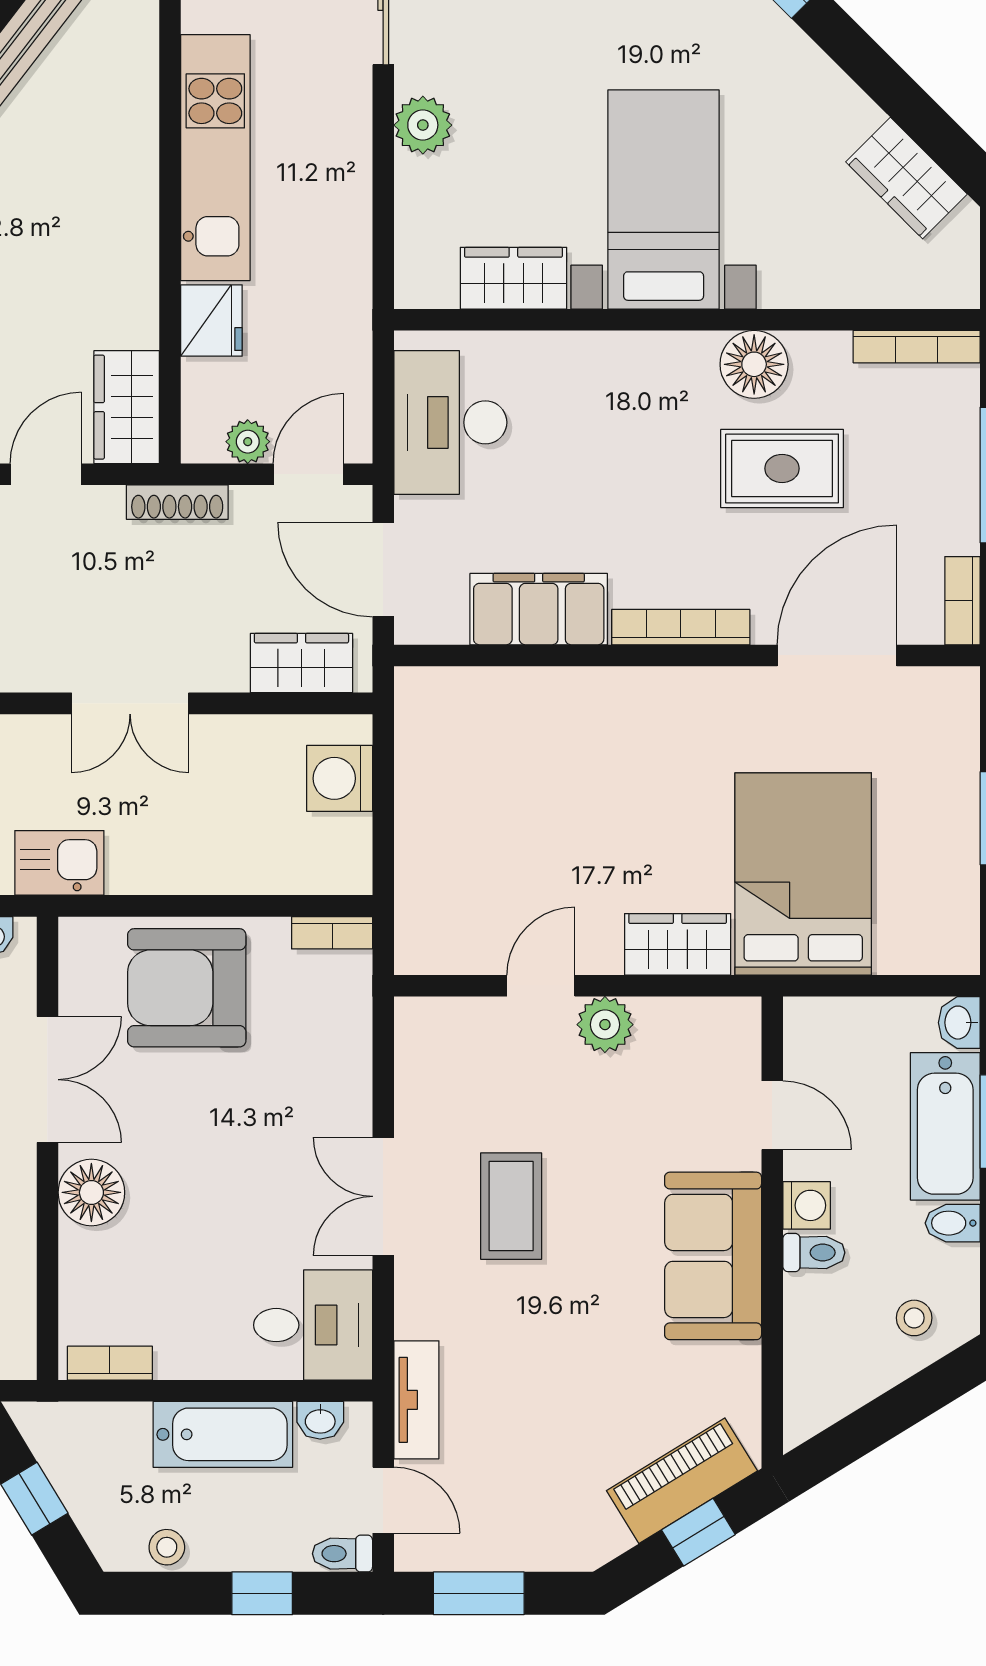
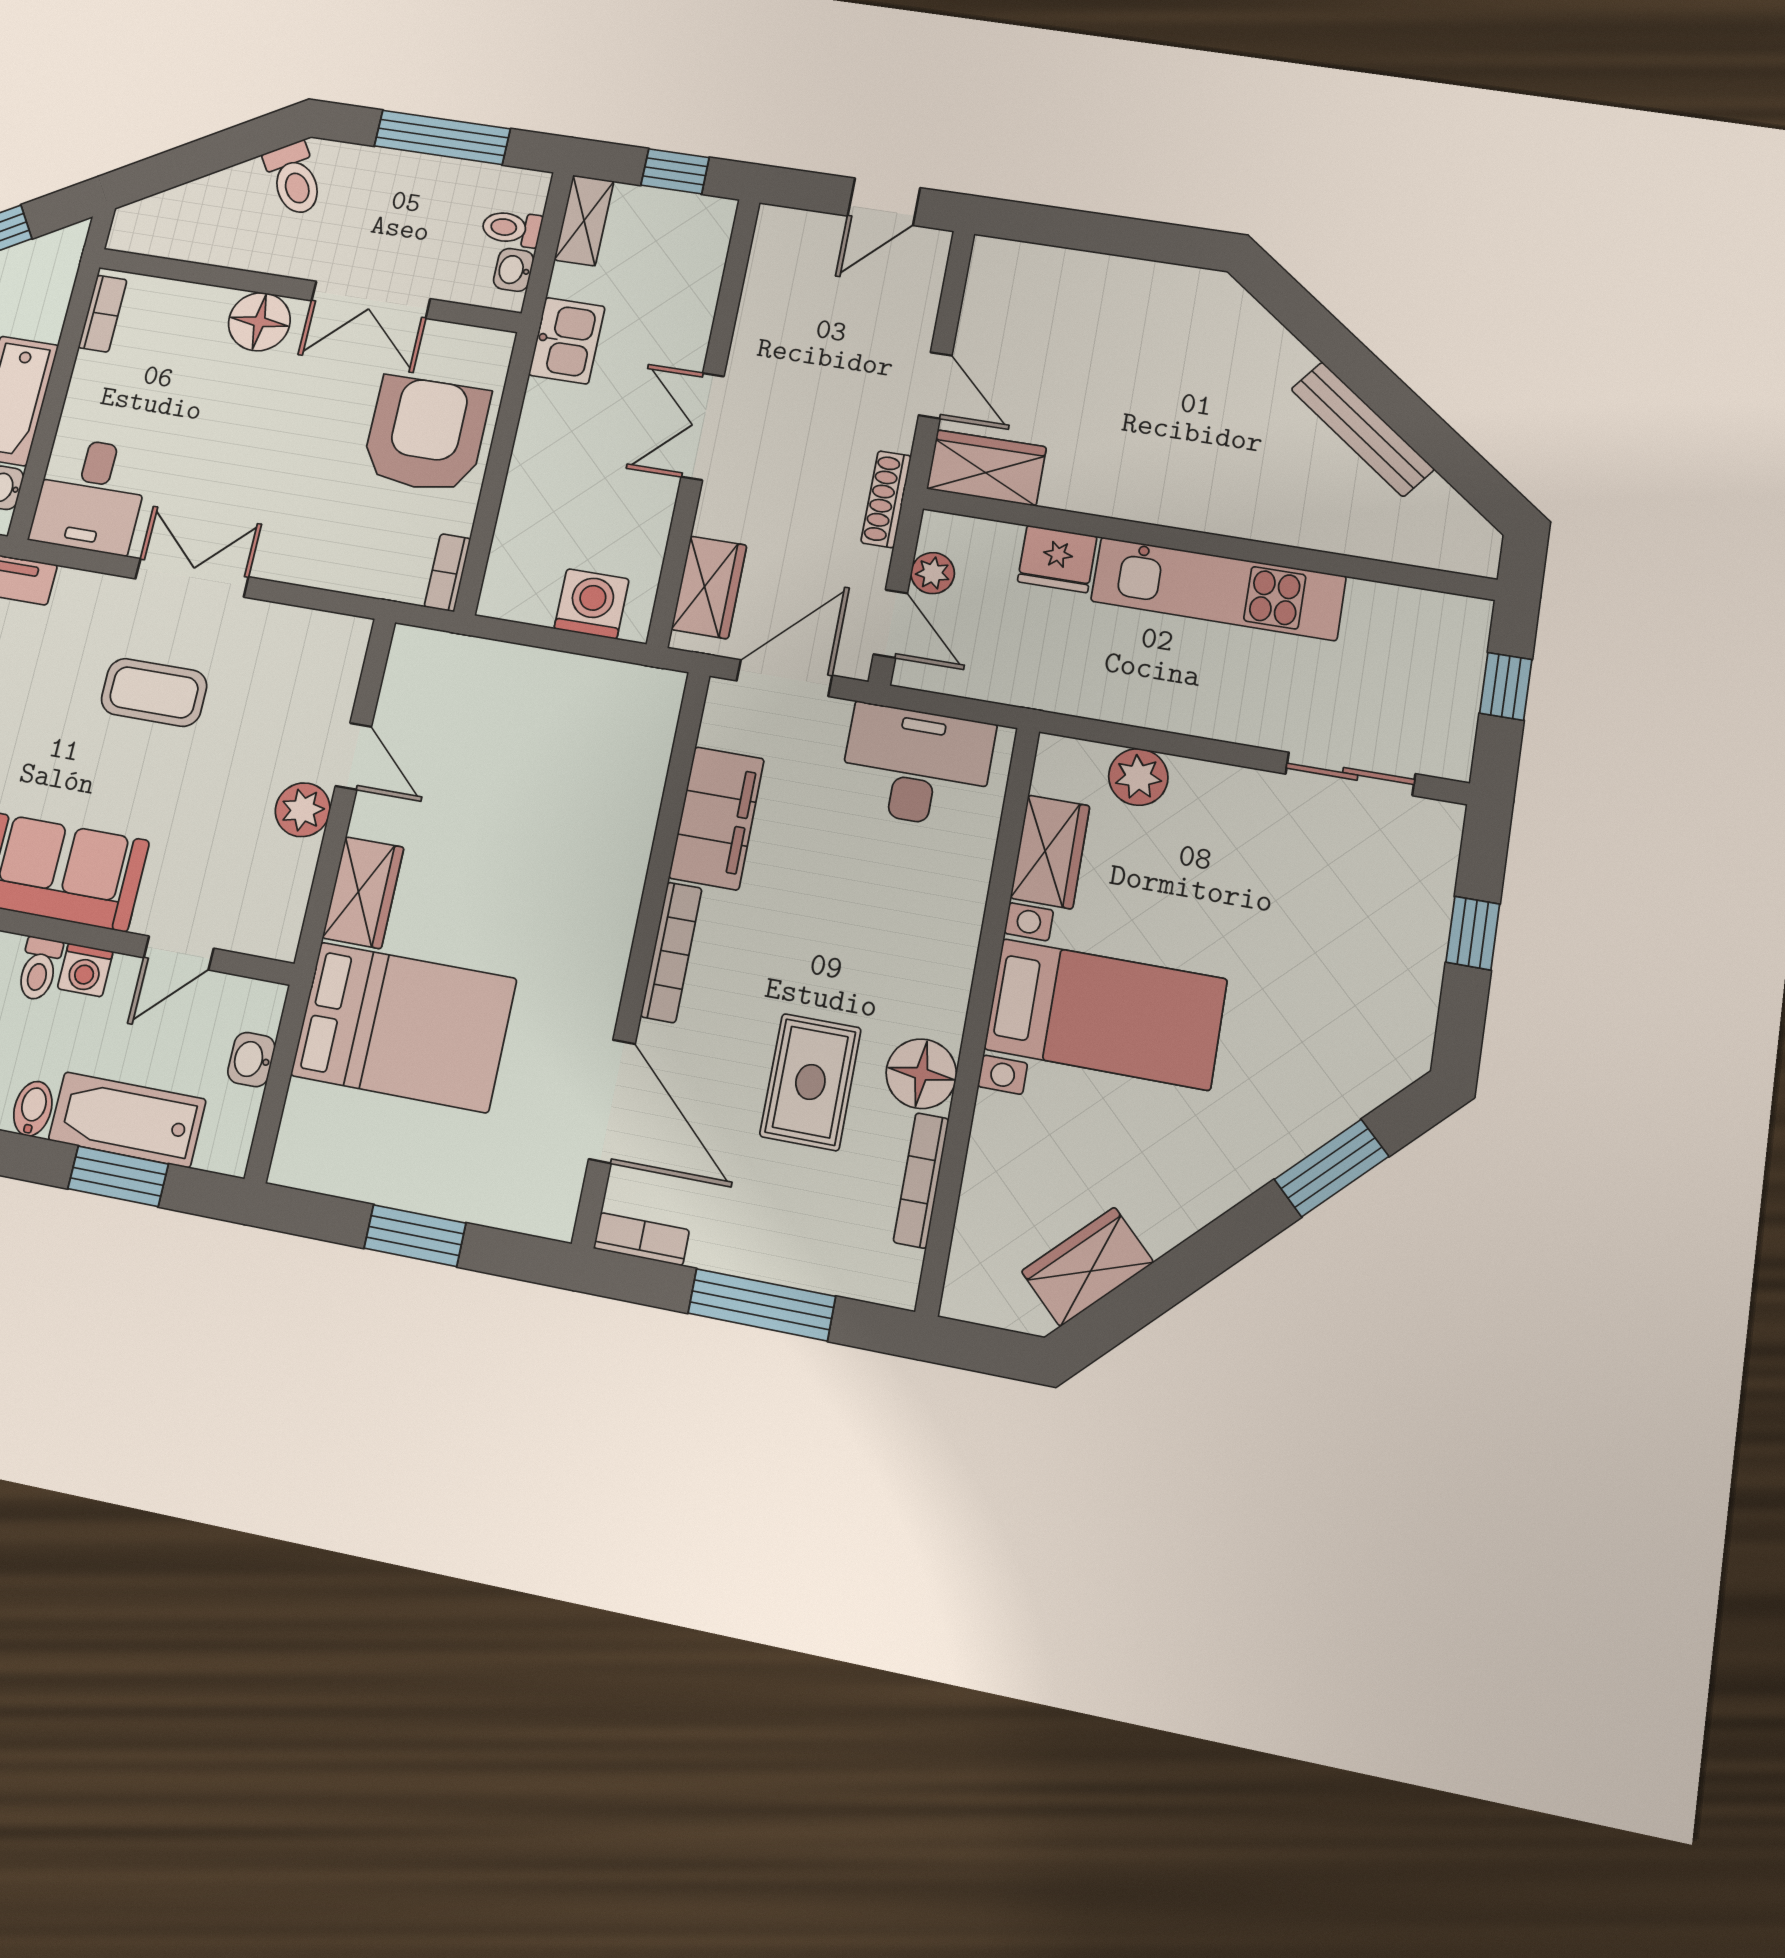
plant: (423, 125) -> (1138, 777), moved
bookcase: (917, 347) -> (921, 1180), moved
washbasin: (959, 1023) -> (251, 1060), moved, turned -90

